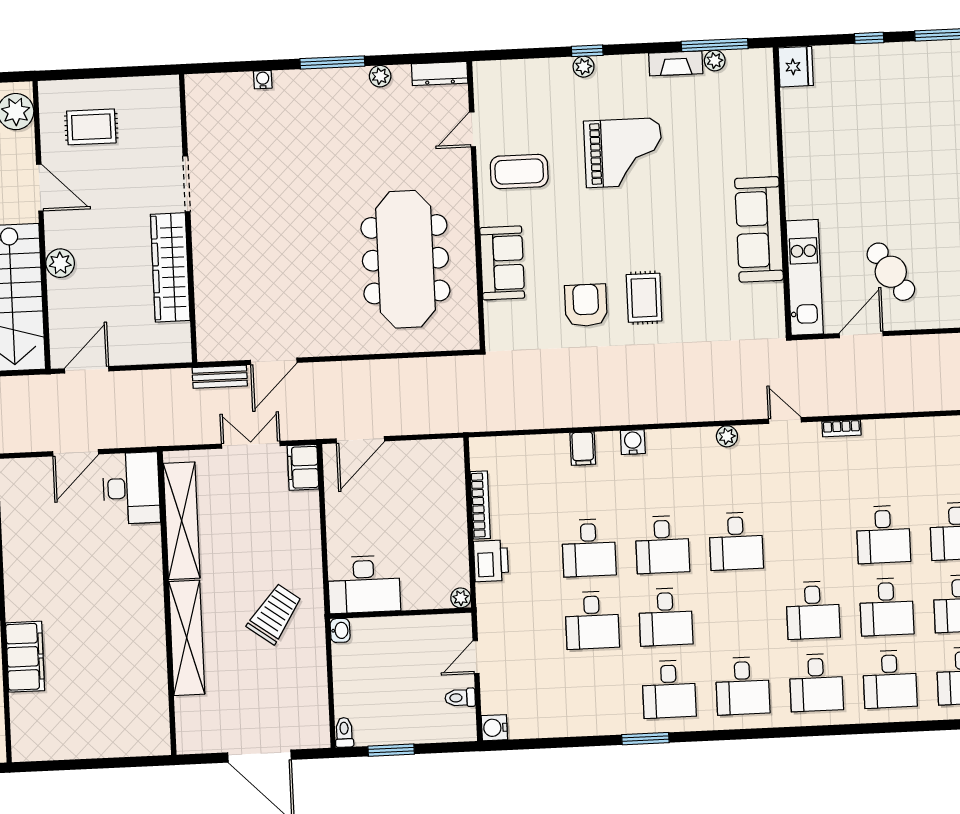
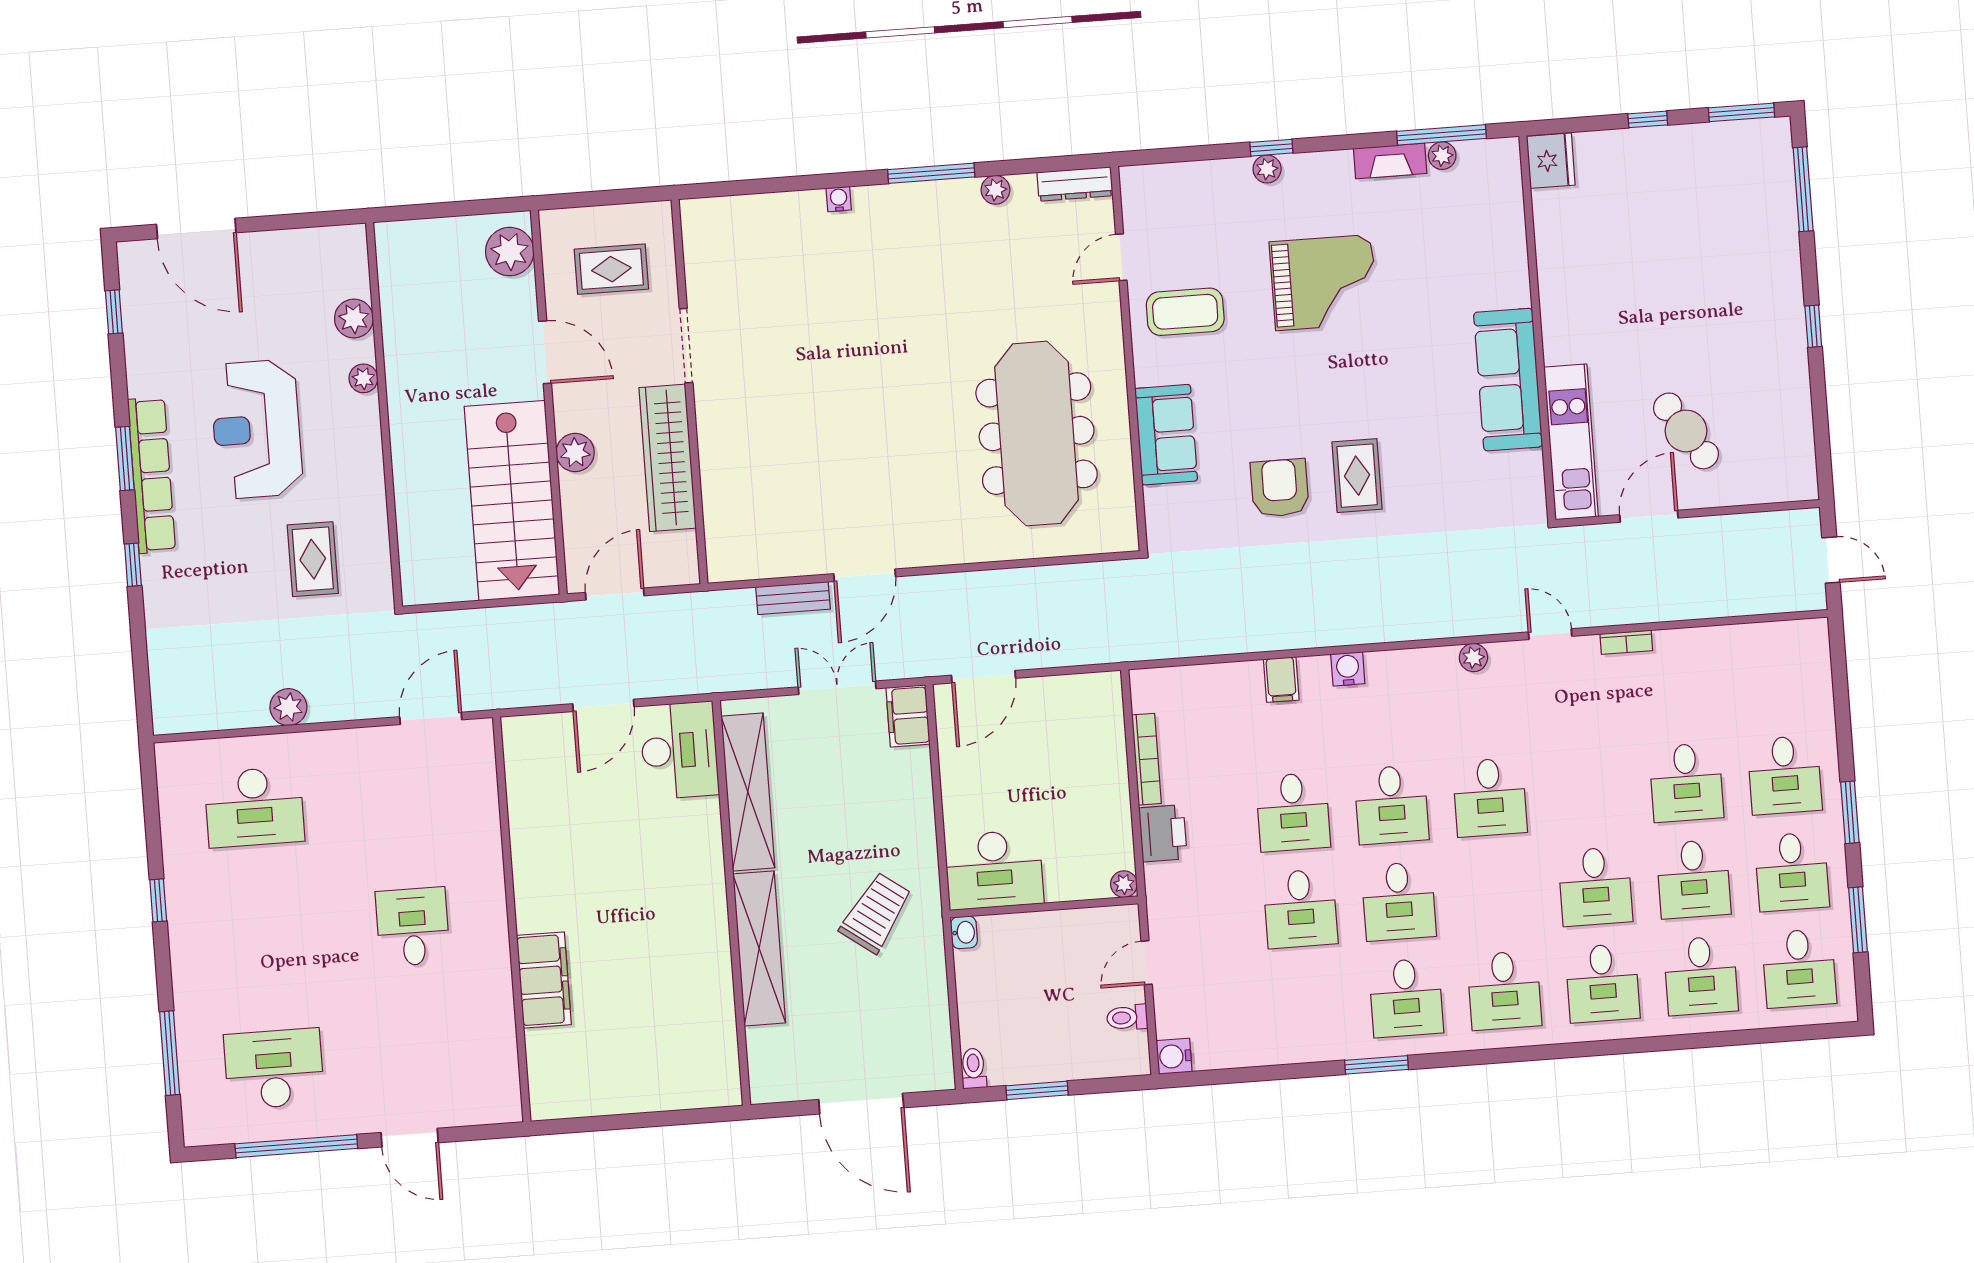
doorway: (187, 184) -> (686, 346), moved
wall: (188, 218) -> (690, 392), moved
wardrobe: (170, 267) -> (668, 458), moved

